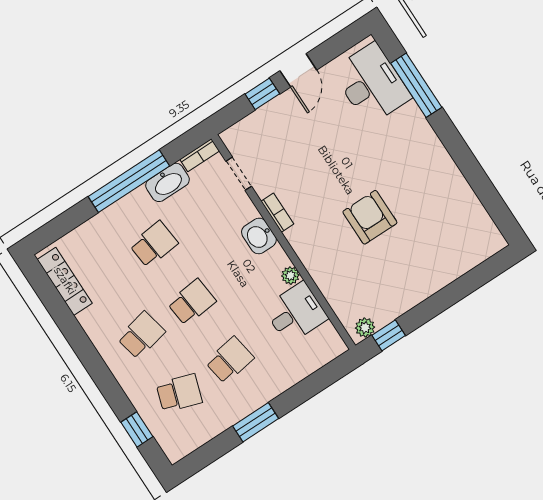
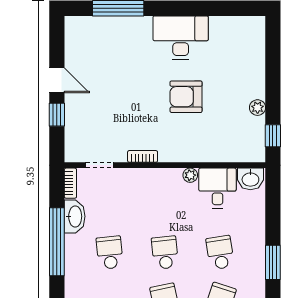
desk: (372, 84) -> (181, 37), moved
washbasin: (259, 236) -> (250, 179), moved
plant: (365, 328) -> (258, 108), moved

